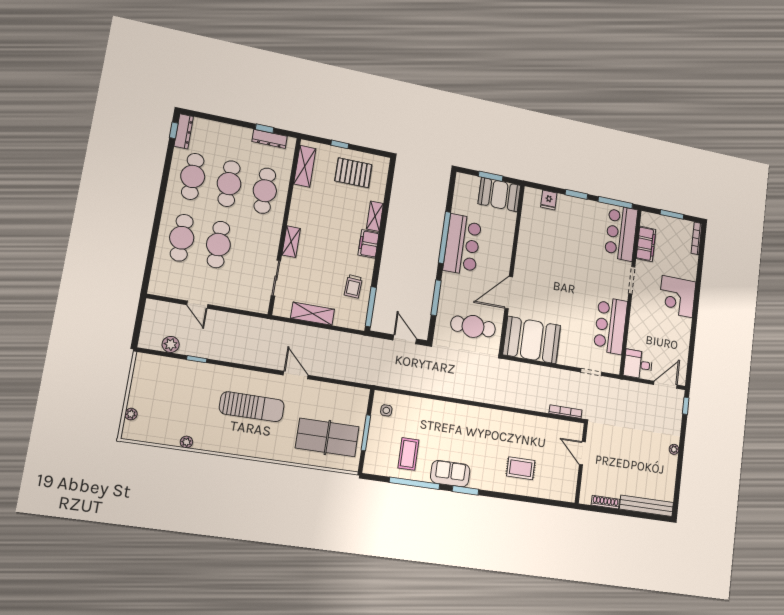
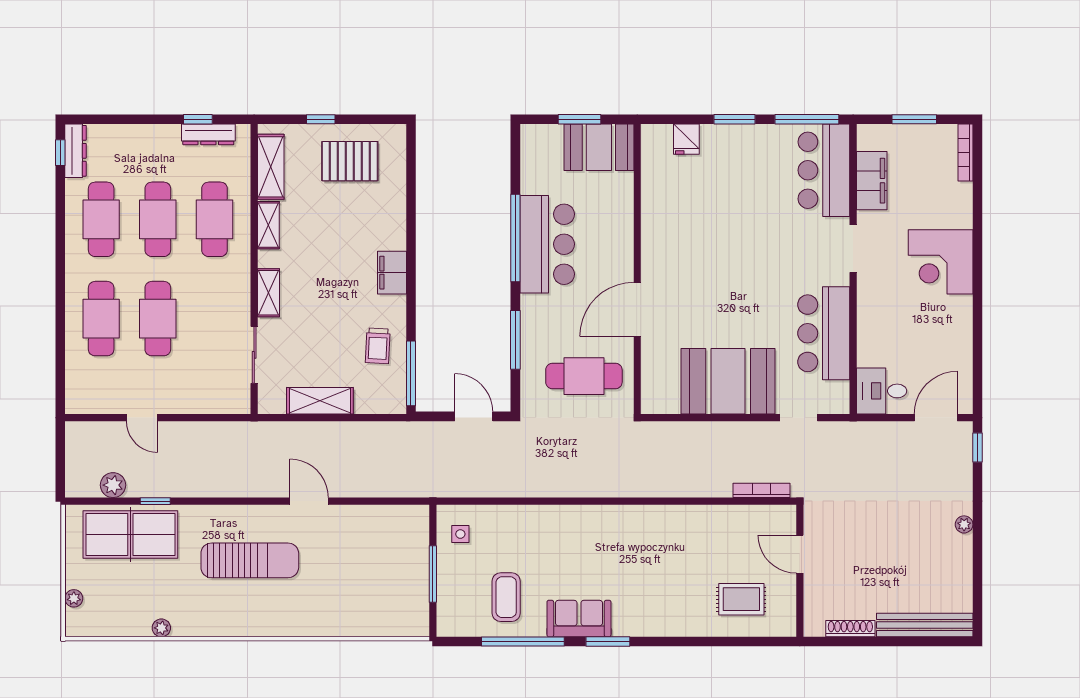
shelving: (375, 216) -> (268, 225), moved
booth: (532, 340) -> (728, 381), moved
table tennis table: (327, 437) -> (130, 534), moved
rug: (521, 468) -> (741, 599), moved

